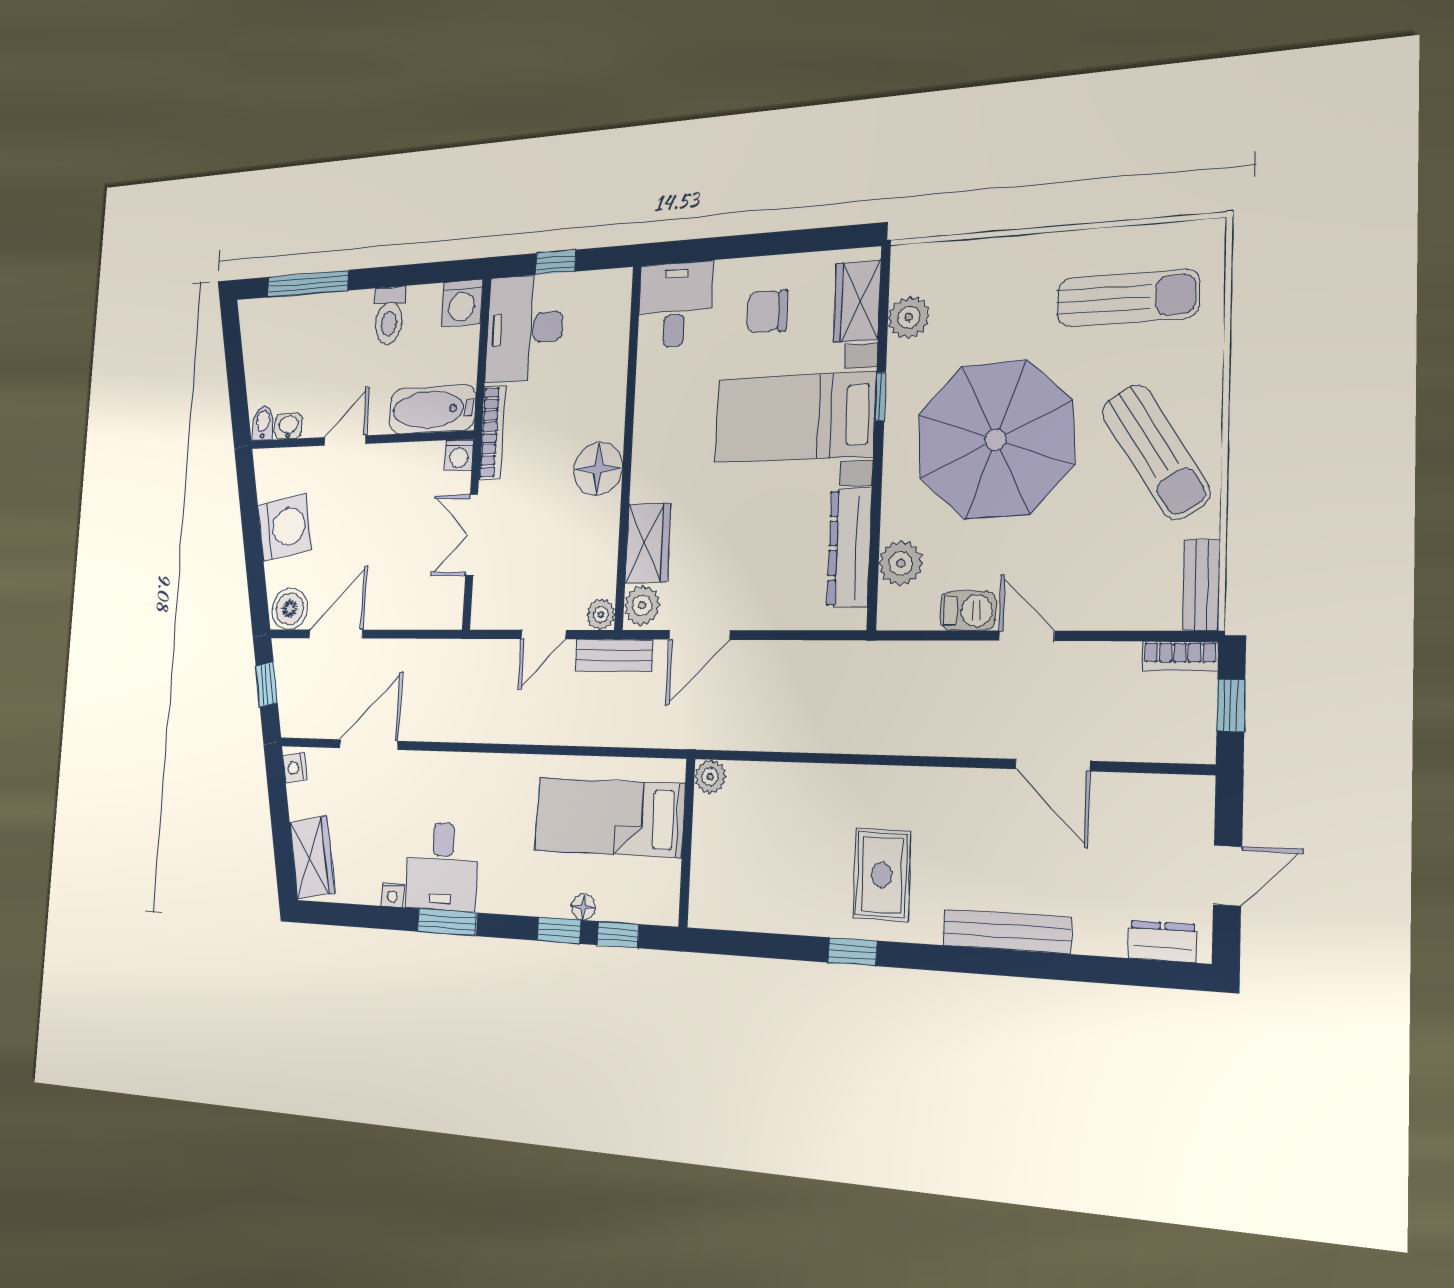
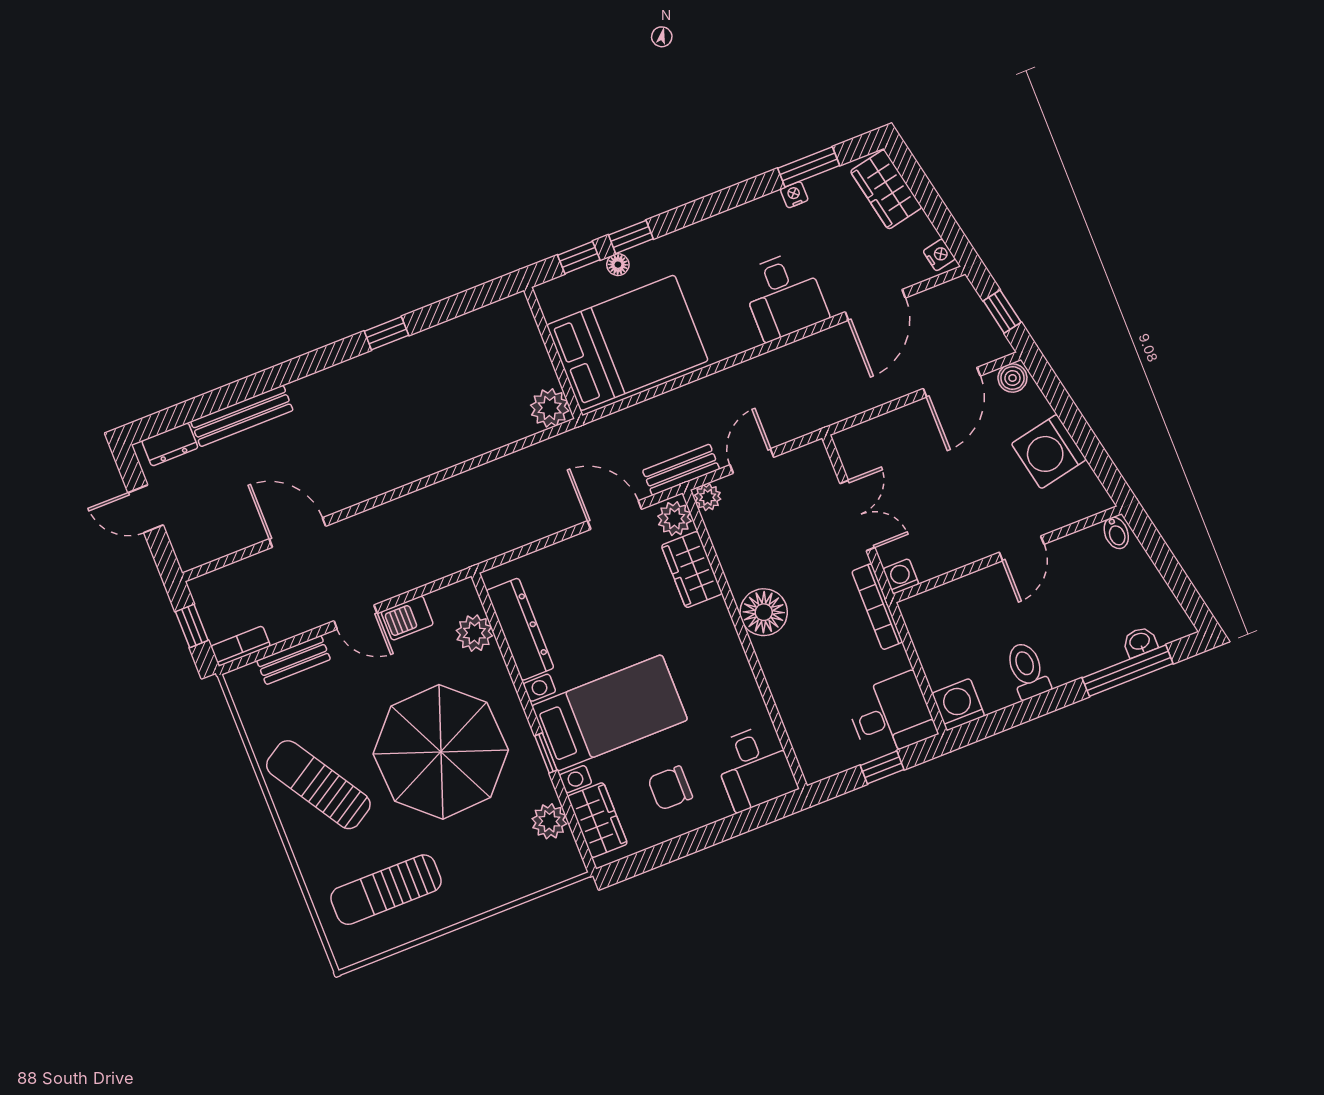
chair: (767, 311) -> (670, 788), turned 180
desk: (525, 328) -> (891, 715), width x0.73
bathtub: (432, 409) -> (945, 605), removed
washbasin: (288, 426) -> (1140, 642), moved, turned 180
bench: (1201, 585) -> (294, 660), moved, turned 90
boiler: (290, 609) -> (1012, 378), width x0.73, depth x0.73
door: (699, 635) -> (615, 515), hinge flipped
plant: (710, 777) -> (550, 408), width x1.38, depth x1.38
bed: (609, 817) -> (627, 343), width x1.50
desk: (442, 866) -> (784, 296), moved, turned 180
rug: (882, 875) -> (389, 399), removed
door: (1228, 876) -> (146, 509), hinge flipped
window: (447, 922) -> (809, 167), moved
bench: (1007, 931) -> (242, 416), moved

